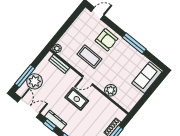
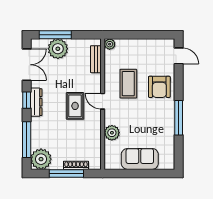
sofa: (147, 78) -> (140, 159), moved

